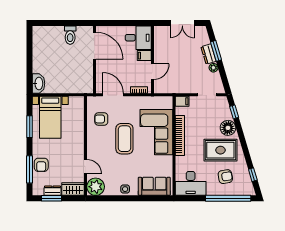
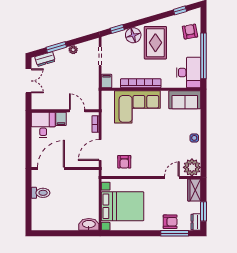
dresser: (209, 54) -> (45, 59), moved
bed with nightstands: (50, 117) -> (123, 206), width x1.36
window: (30, 127) -> (132, 233), removed
coffee table: (124, 139) -> (144, 139), removed
armchair: (225, 177) -> (190, 32), moved
sofa: (154, 186) -> (185, 100), moved, turned -90
dresser: (52, 191) -> (196, 222), moved
window: (228, 198) -> (204, 56), moved

